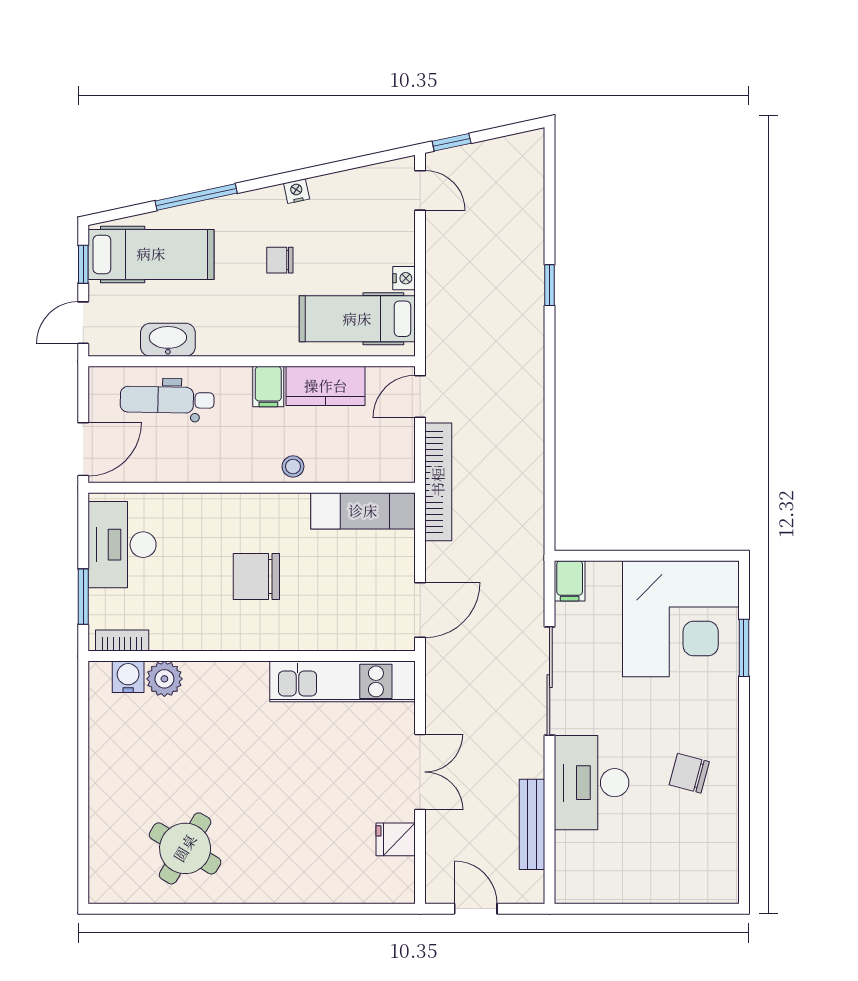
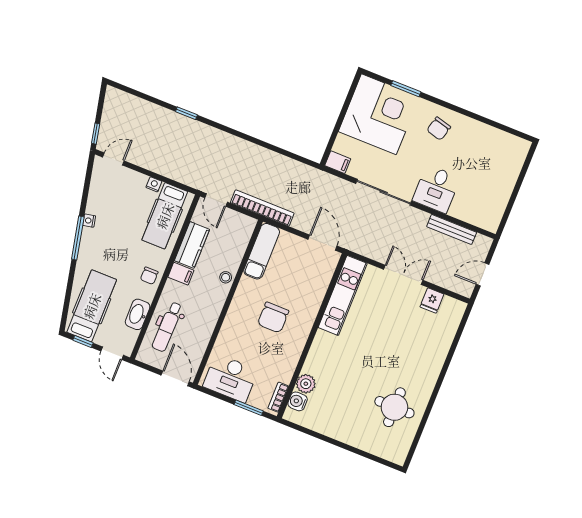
window: (196, 197) -> (78, 238), moved
chair: (280, 260) -> (149, 276), moved
chair: (689, 773) -> (439, 129), moved
desk: (592, 783) -> (436, 189), width x0.73
round table: (185, 848) -> (394, 407), turned -31

